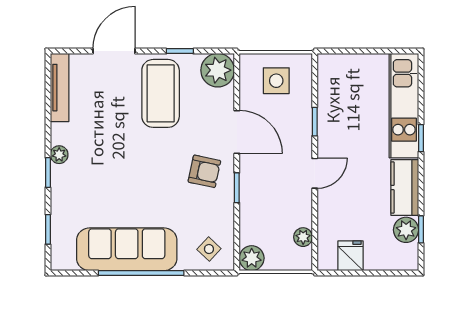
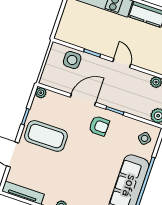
plant: (218, 70) -> (41, 93), width x0.53, depth x0.53
side table: (276, 81) -> (72, 60), moved
armchair: (204, 171) -> (99, 126), turned 79

